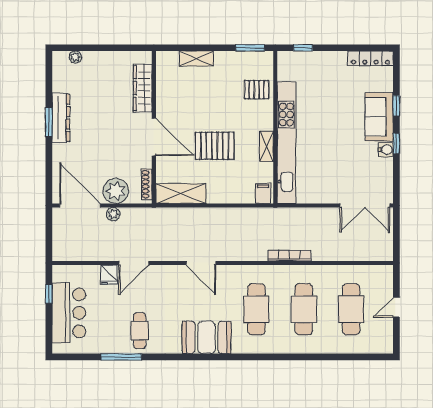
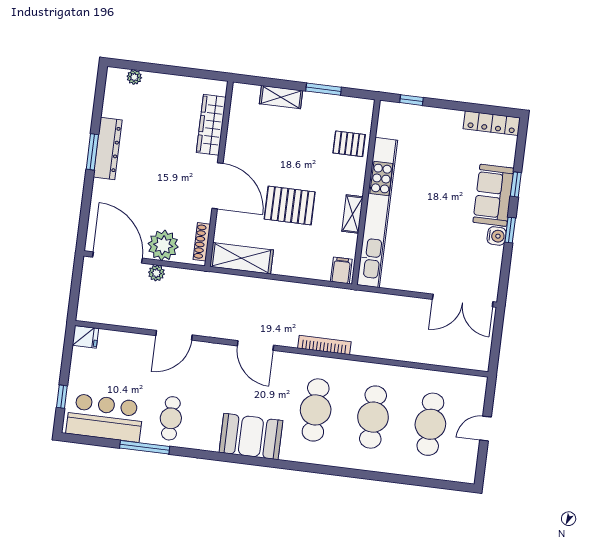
window: (250, 48) -> (324, 89), moved
bookcase: (289, 256) -> (324, 345), moved
fridge: (109, 275) -> (85, 337), moved, turned -90
window: (49, 294) -> (62, 397), moved
bar counter: (69, 313) -> (105, 418), moved, turned -90

